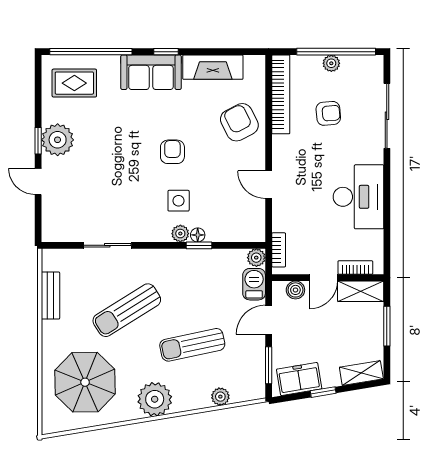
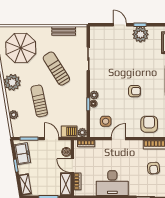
armchair: (239, 122) -> (149, 124), turned -63
door: (38, 181) -> (120, 25), hinge flipped
side table: (179, 201) -> (106, 121), moved

